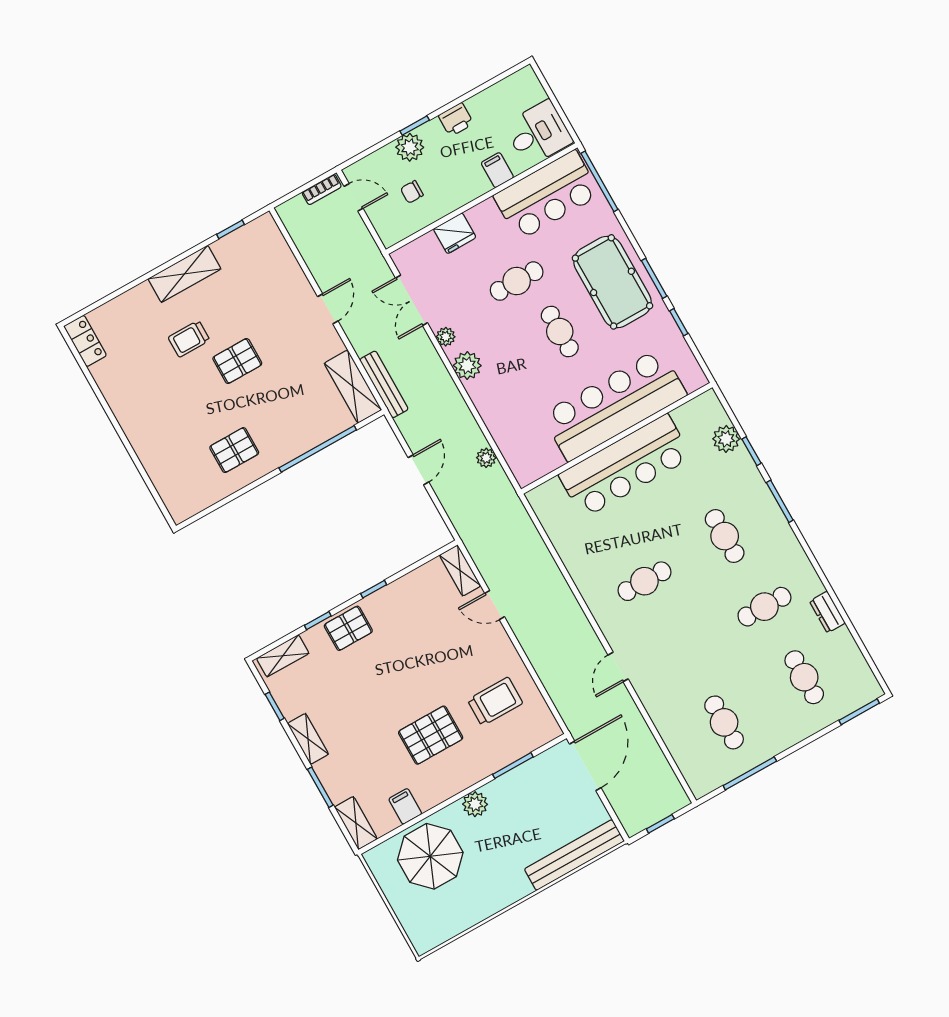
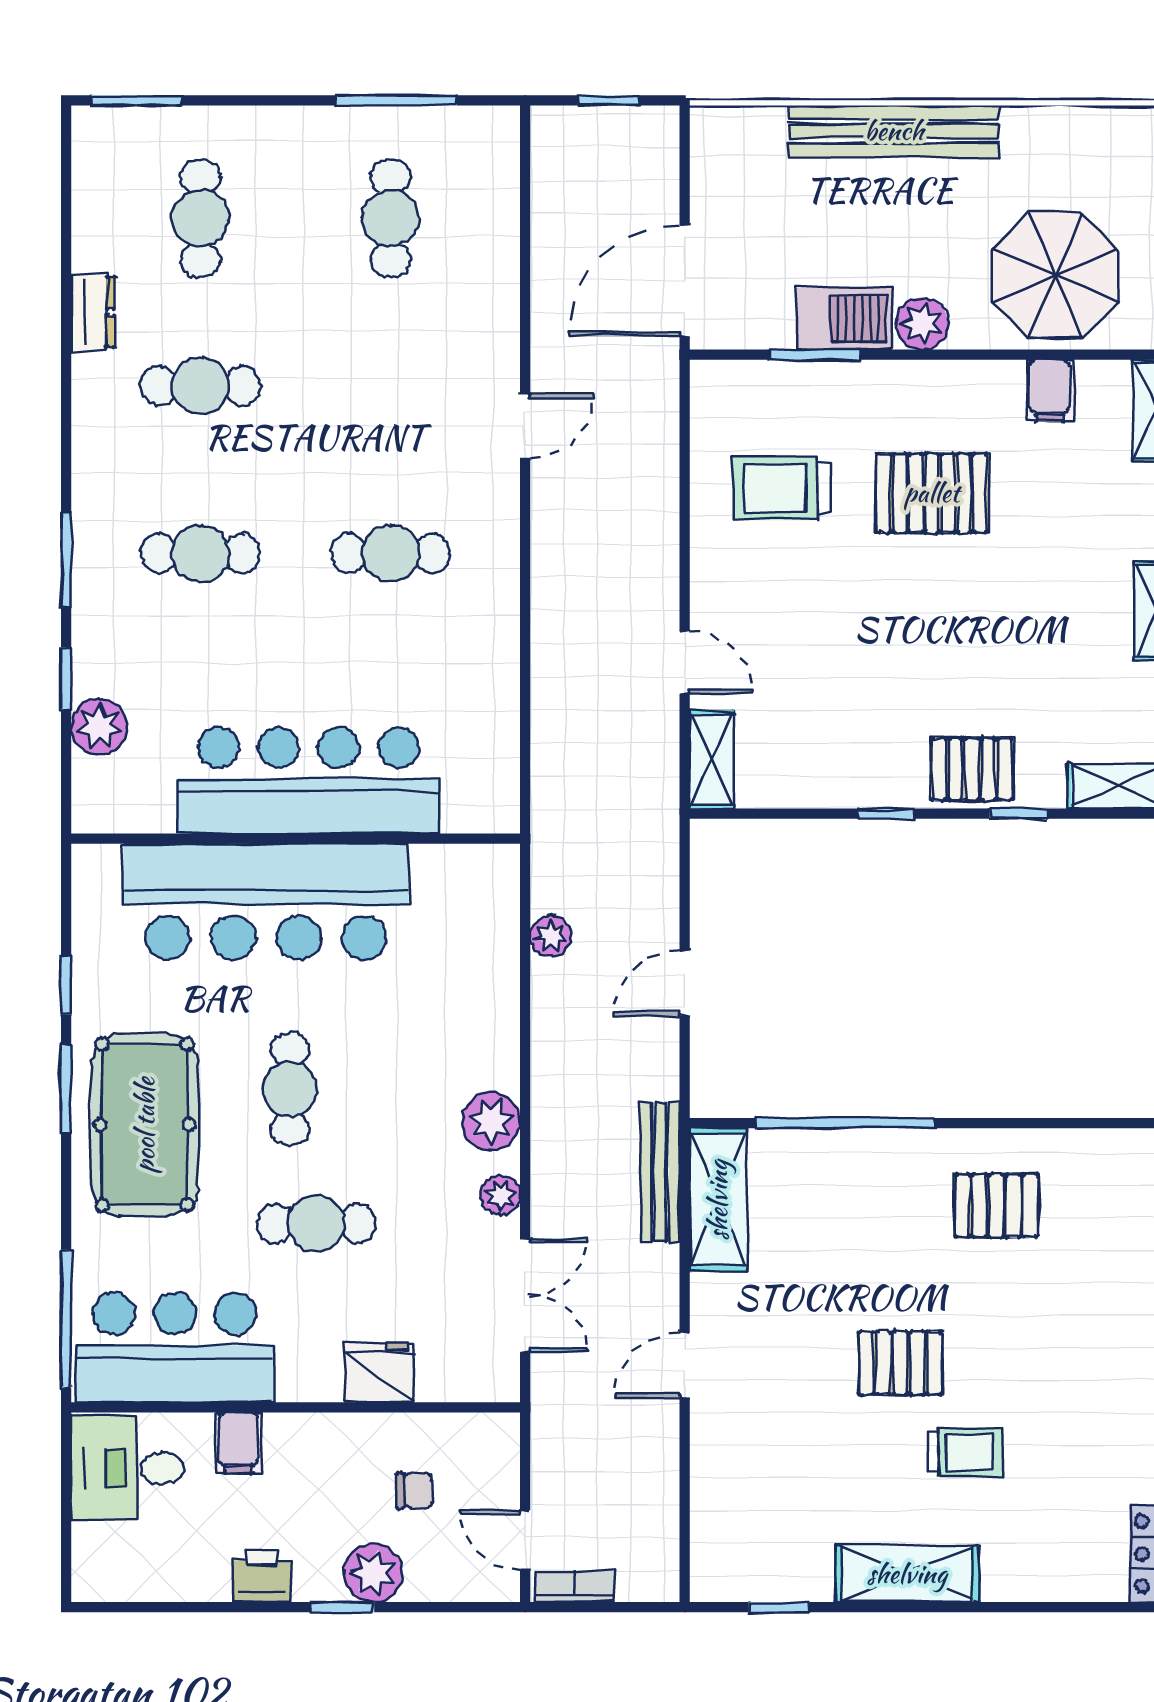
cafe table: (725, 536) -> (200, 553), turned 90
barbecue: (509, 788) -> (844, 319), added
bench: (574, 855) -> (894, 131), moved

